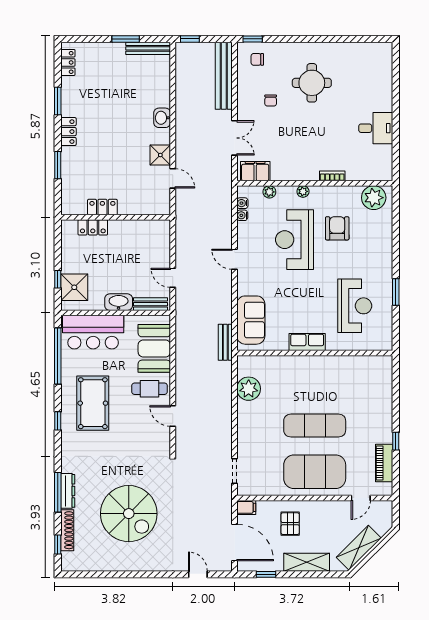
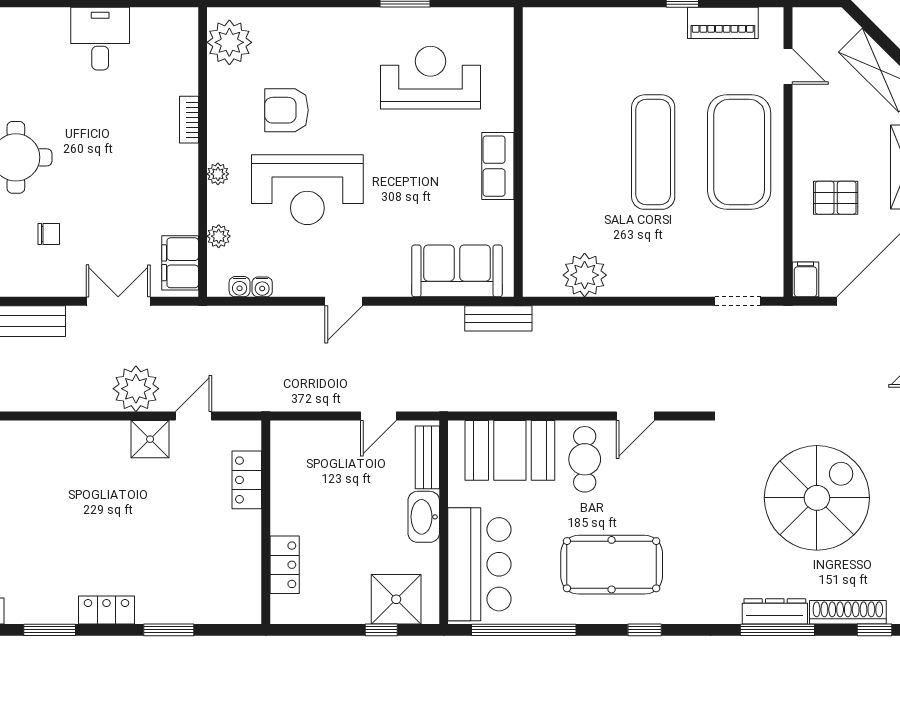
washbasin: (162, 118) -> (81, 436), removed
plant: (187, 147) -> (136, 389), added
locker: (102, 207) -> (247, 480), moved

